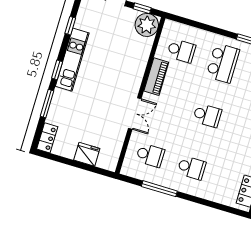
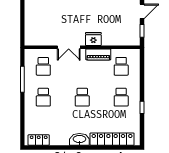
plant: (147, 25) -> (132, 37), removed
school desk: (223, 63) -> (121, 97), width x0.54
fridge: (87, 154) -> (93, 39), moved, turned -90

